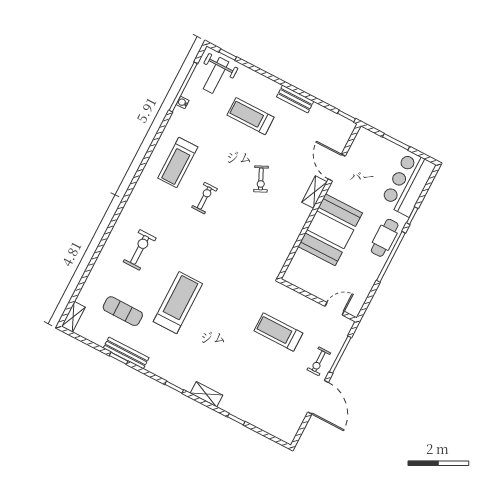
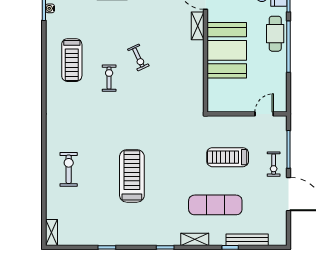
exercise bike: (261, 179) -> (138, 57), moved
exercise bike: (140, 250) -> (69, 169), moved
exercise mat: (123, 311) -> (215, 205), moved, width x1.36, depth x1.45
bench: (126, 353) -> (247, 240), moved

